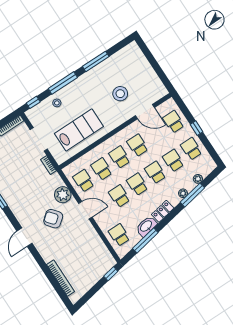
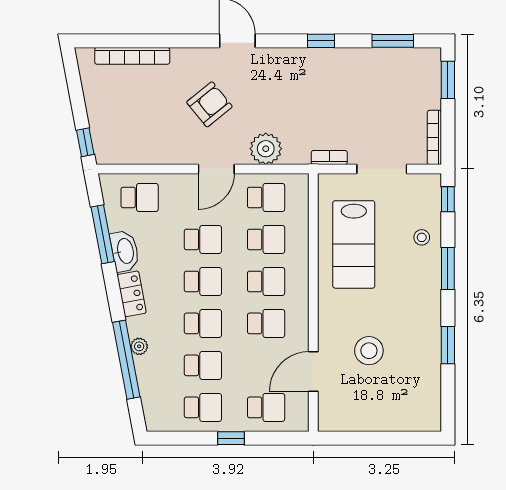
window: (96, 61) -> (448, 345), width x0.69
window: (63, 83) -> (448, 269), width x0.69
plant: (198, 179) -> (147, 386), removed
window: (192, 195) -> (126, 360), width x1.46
armchair: (53, 219) -> (209, 104), moved

